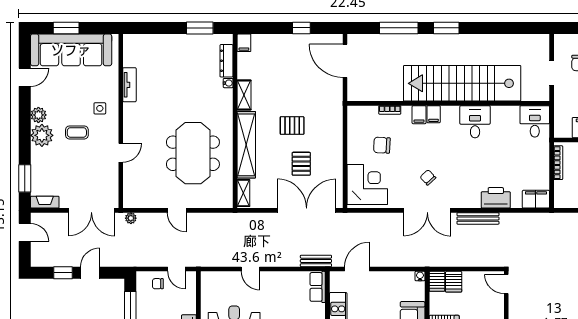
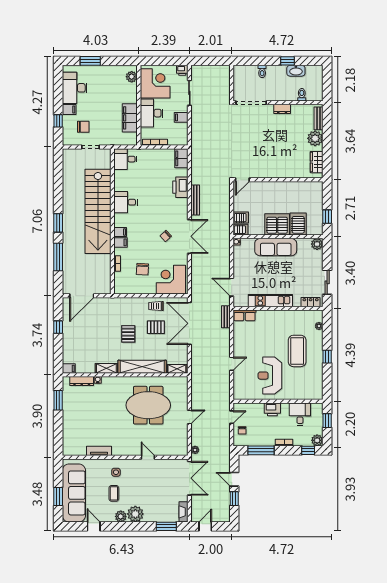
coffee table: (77, 132) -> (114, 493), moved
trolley: (331, 164) -> (156, 306), added

